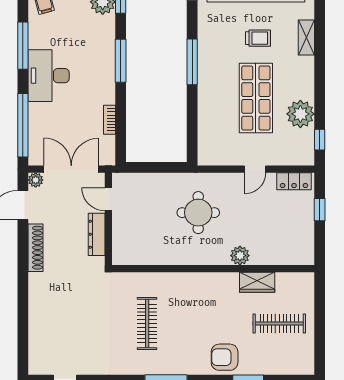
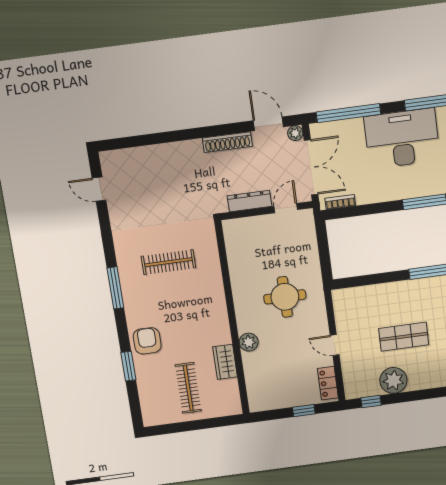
desk: (49, 76) -> (402, 138), width x1.36, depth x1.30
shop shelf: (256, 98) -> (404, 337), width x0.70, depth x0.74
bookcase: (110, 120) -> (340, 202), moved

